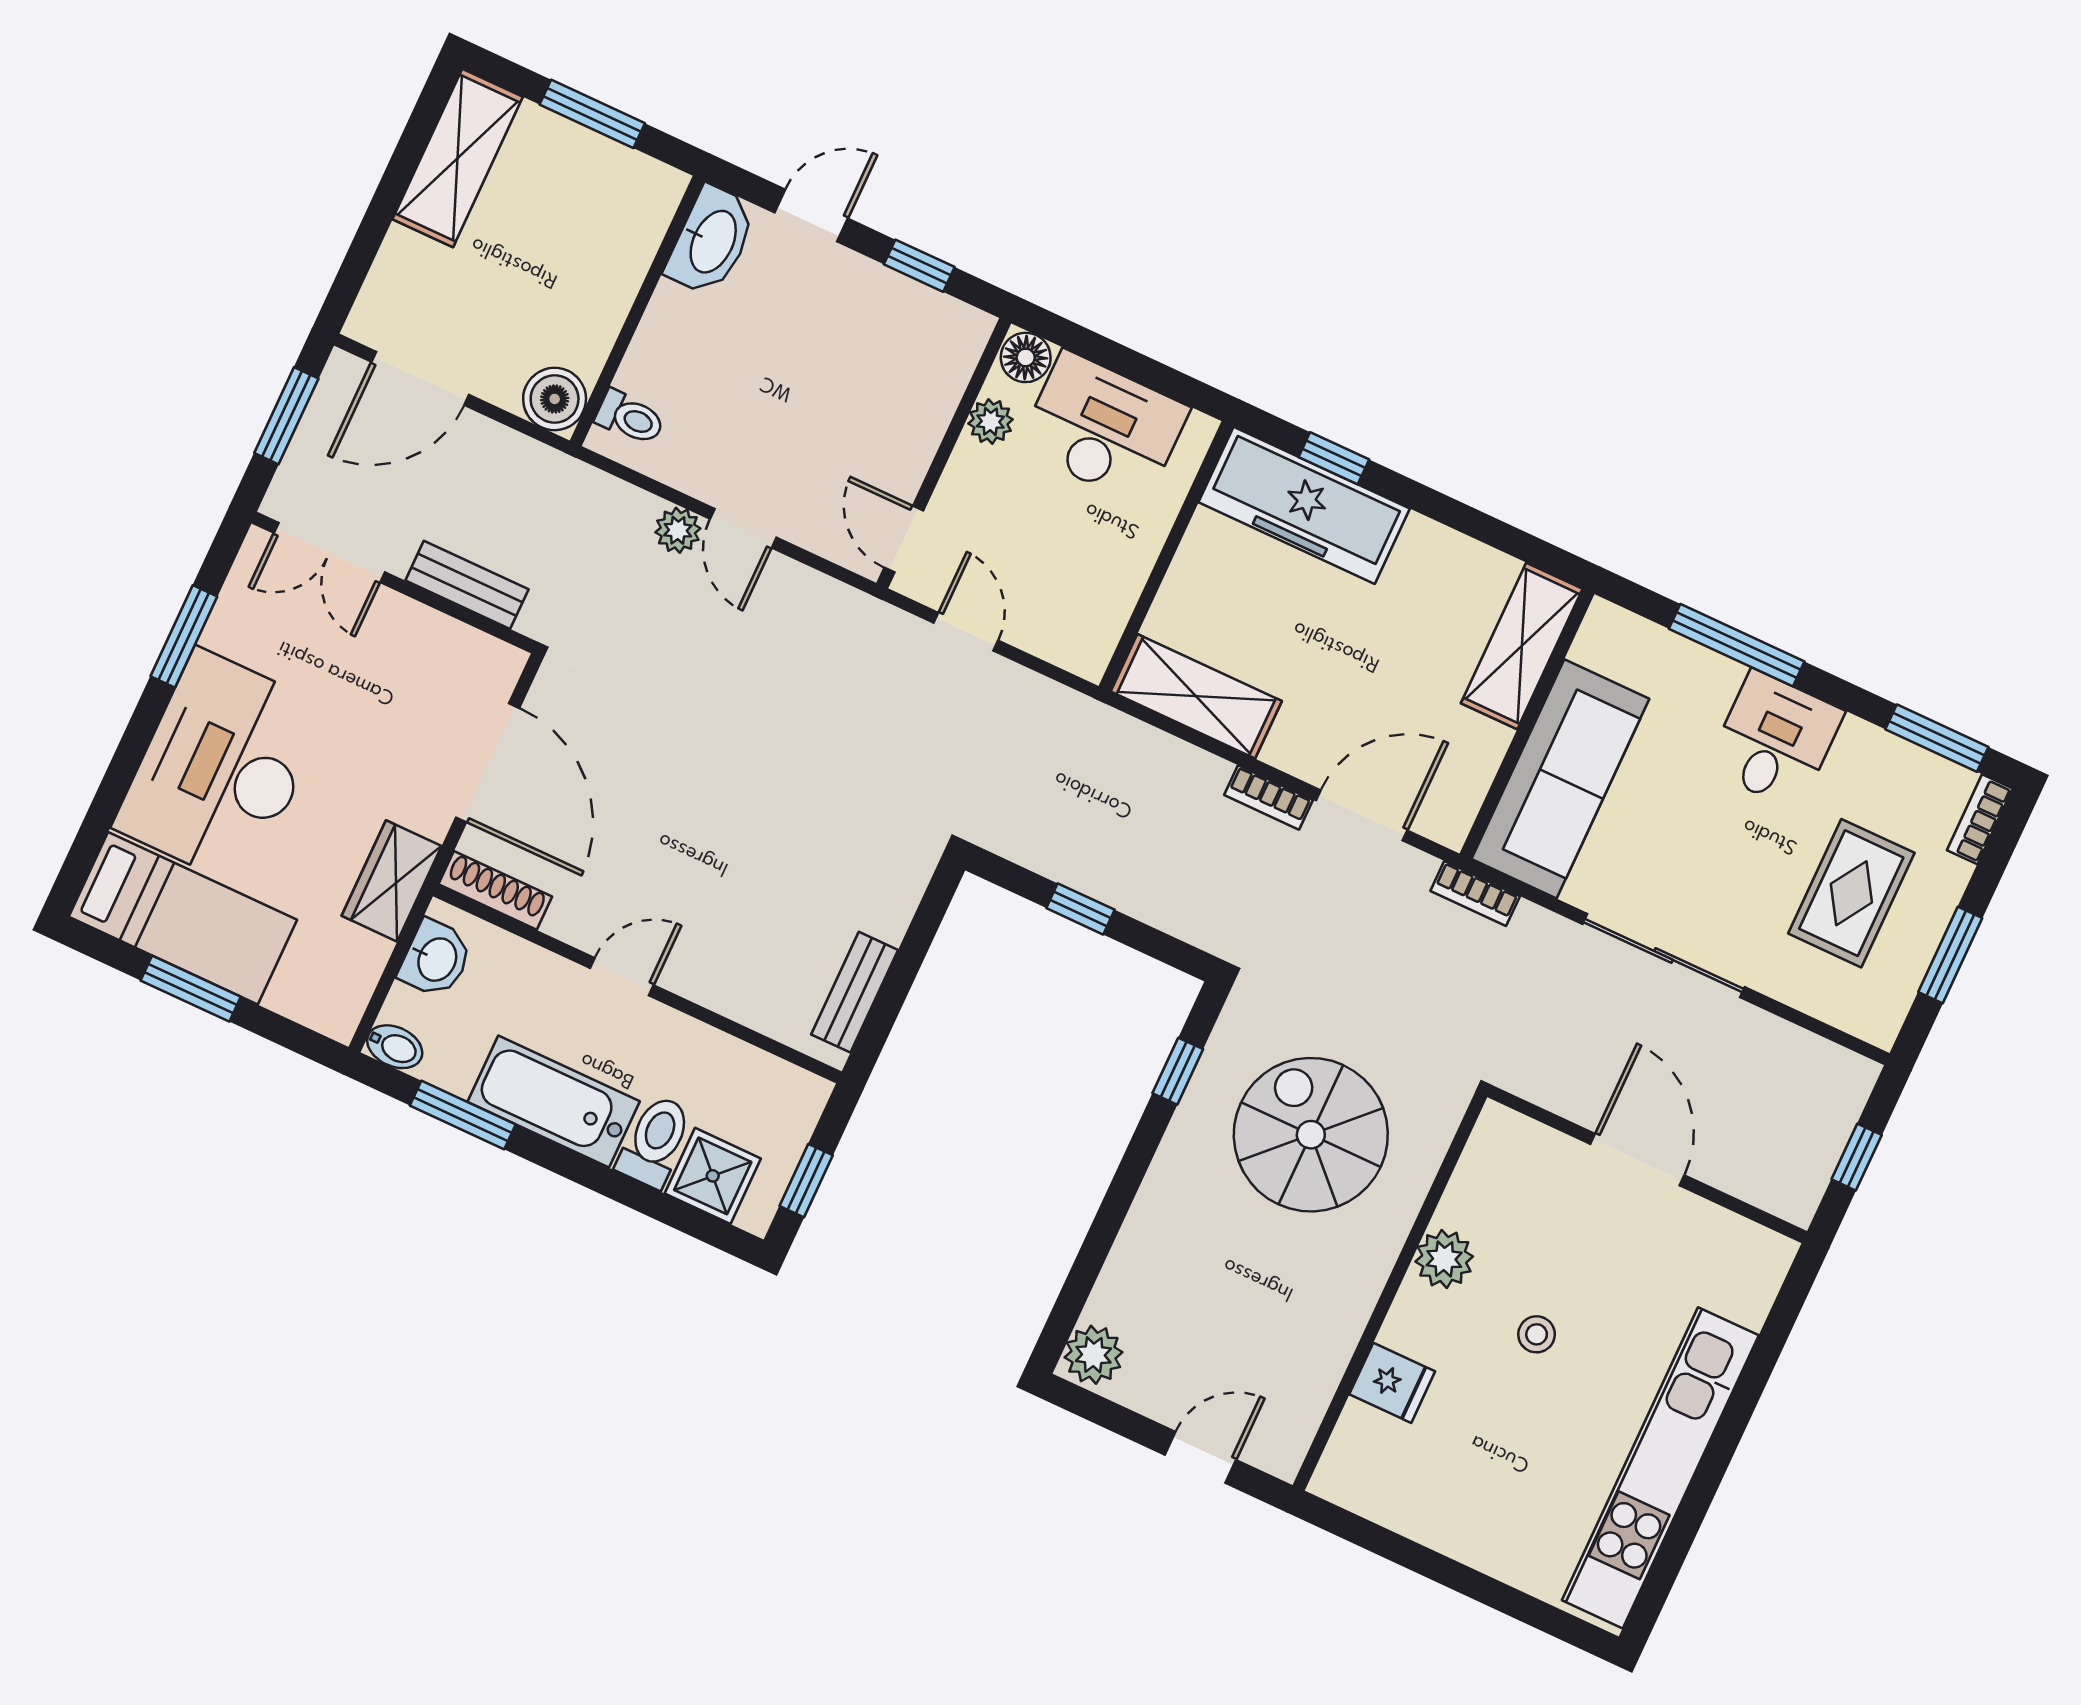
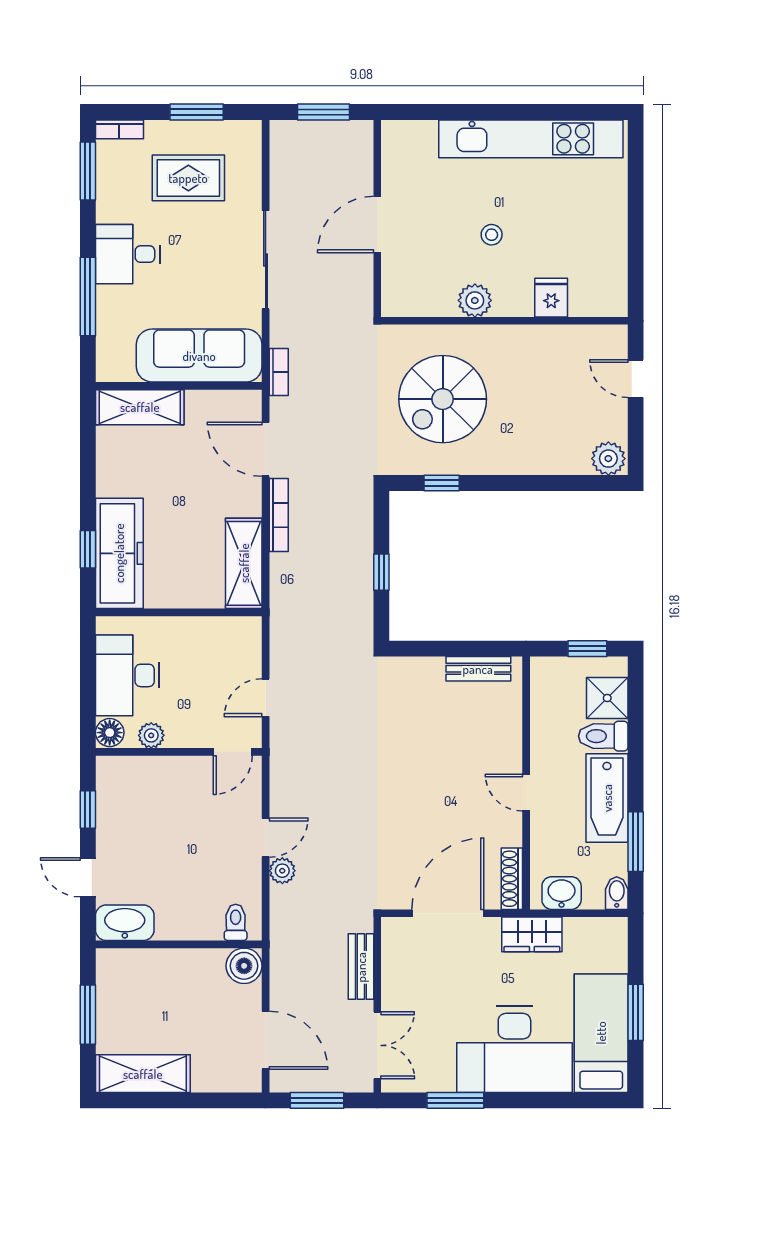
bookcase: (1269, 798) -> (279, 515), width x1.56
window: (1857, 1157) -> (323, 112), width x1.50

